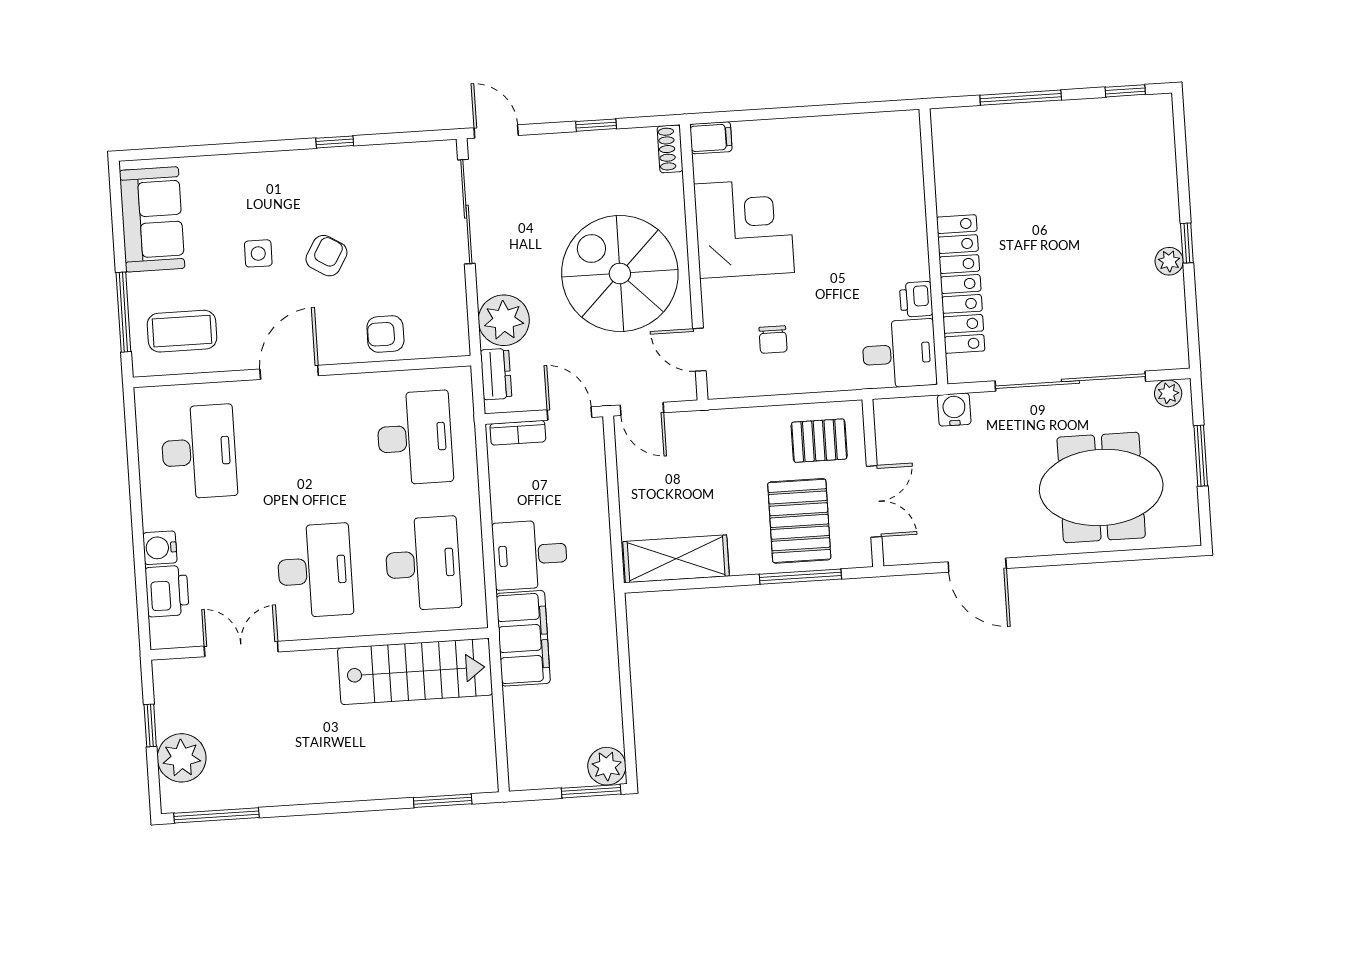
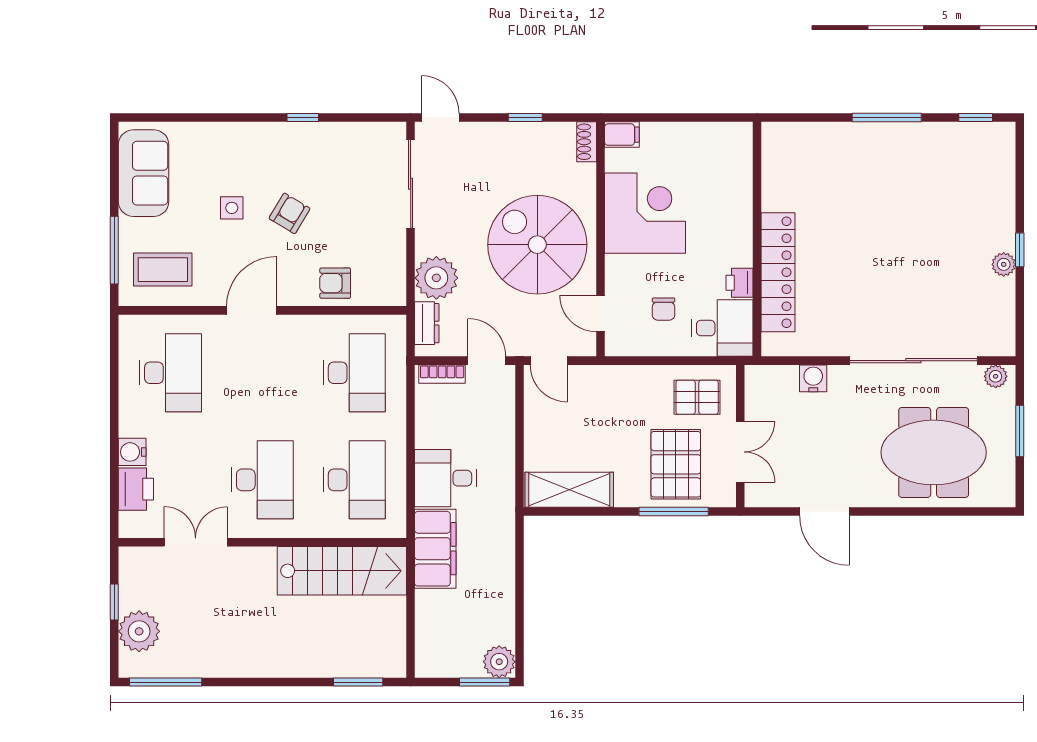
wall: (933, 247) -> (757, 239), moved
locker: (961, 284) -> (778, 272), moved
printer: (916, 299) -> (740, 283), moved
desk: (899, 354) -> (722, 328), moved

